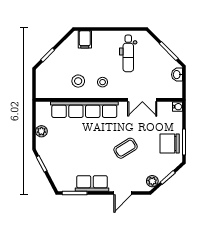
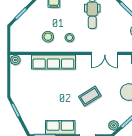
row of seats: (84, 110) -> (53, 62), width x0.73
plant: (41, 131) -> (15, 60), moved

